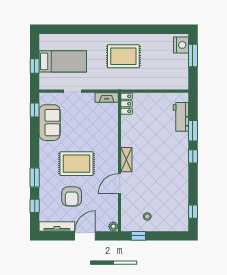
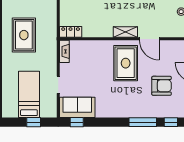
sofa: (50, 123) -> (77, 107), moved
rug: (76, 164) -> (126, 63), moved
window: (35, 177) -> (143, 122), width x1.44

